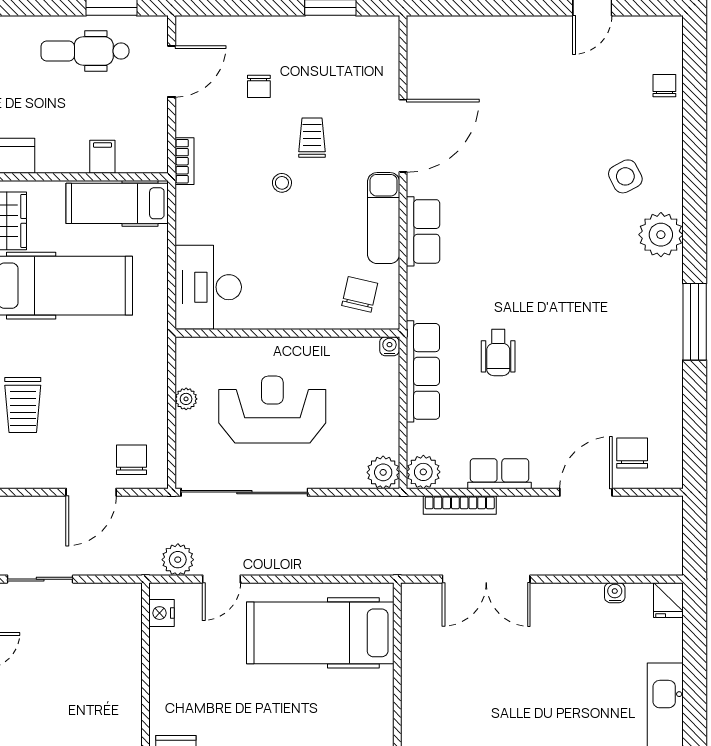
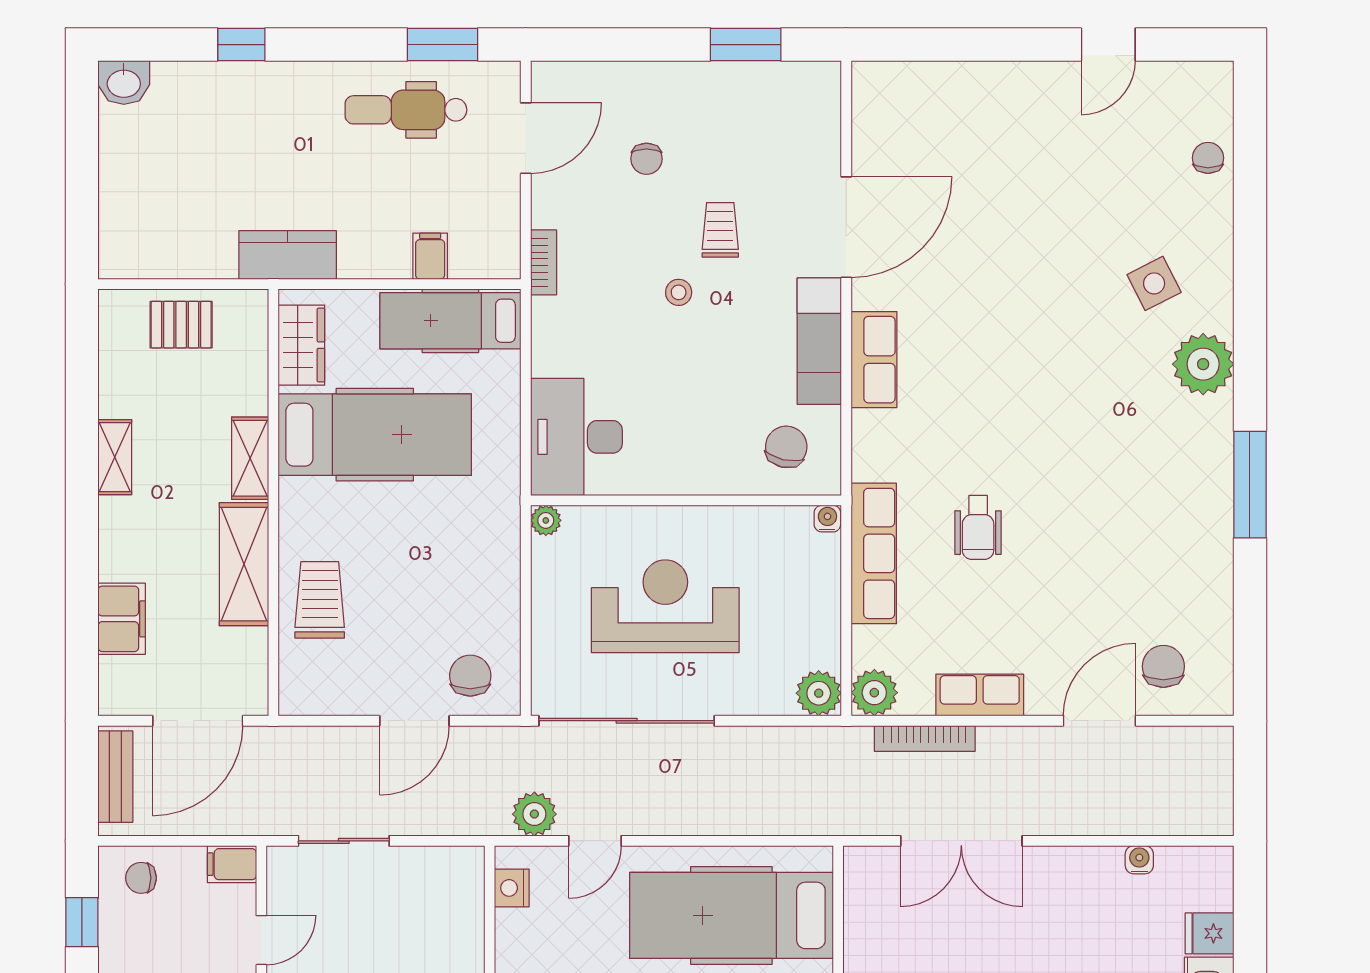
plant: (186, 399) -> (546, 520), moved
trolley: (23, 405) -> (320, 600), turned 180
fridge: (668, 600) -> (1210, 933), moved, turned 90

